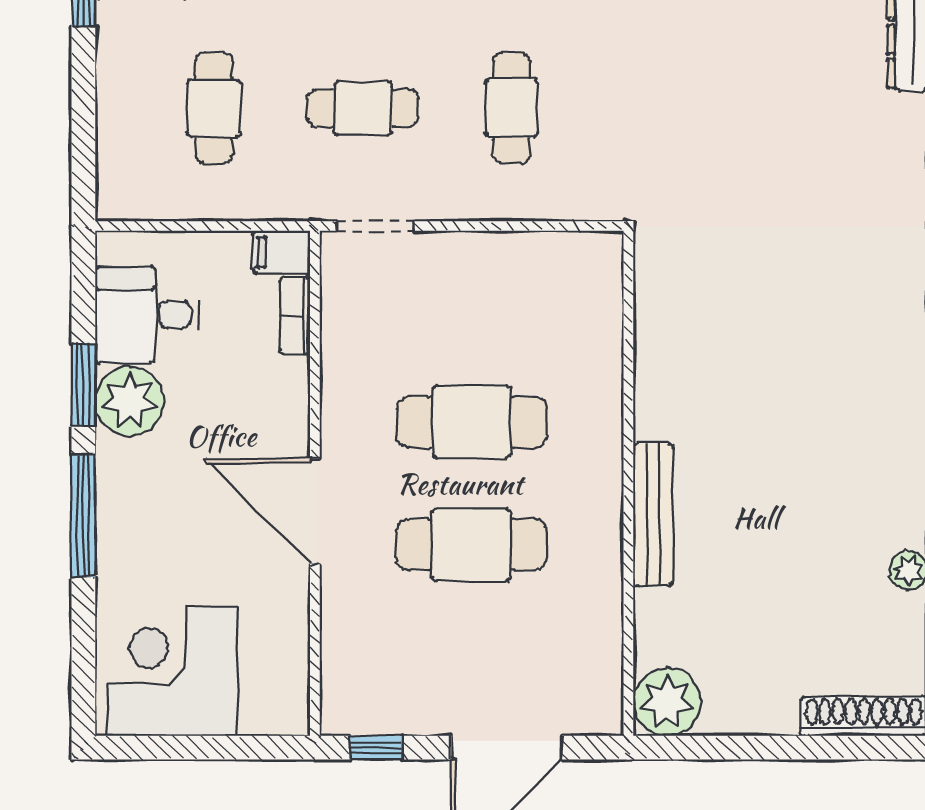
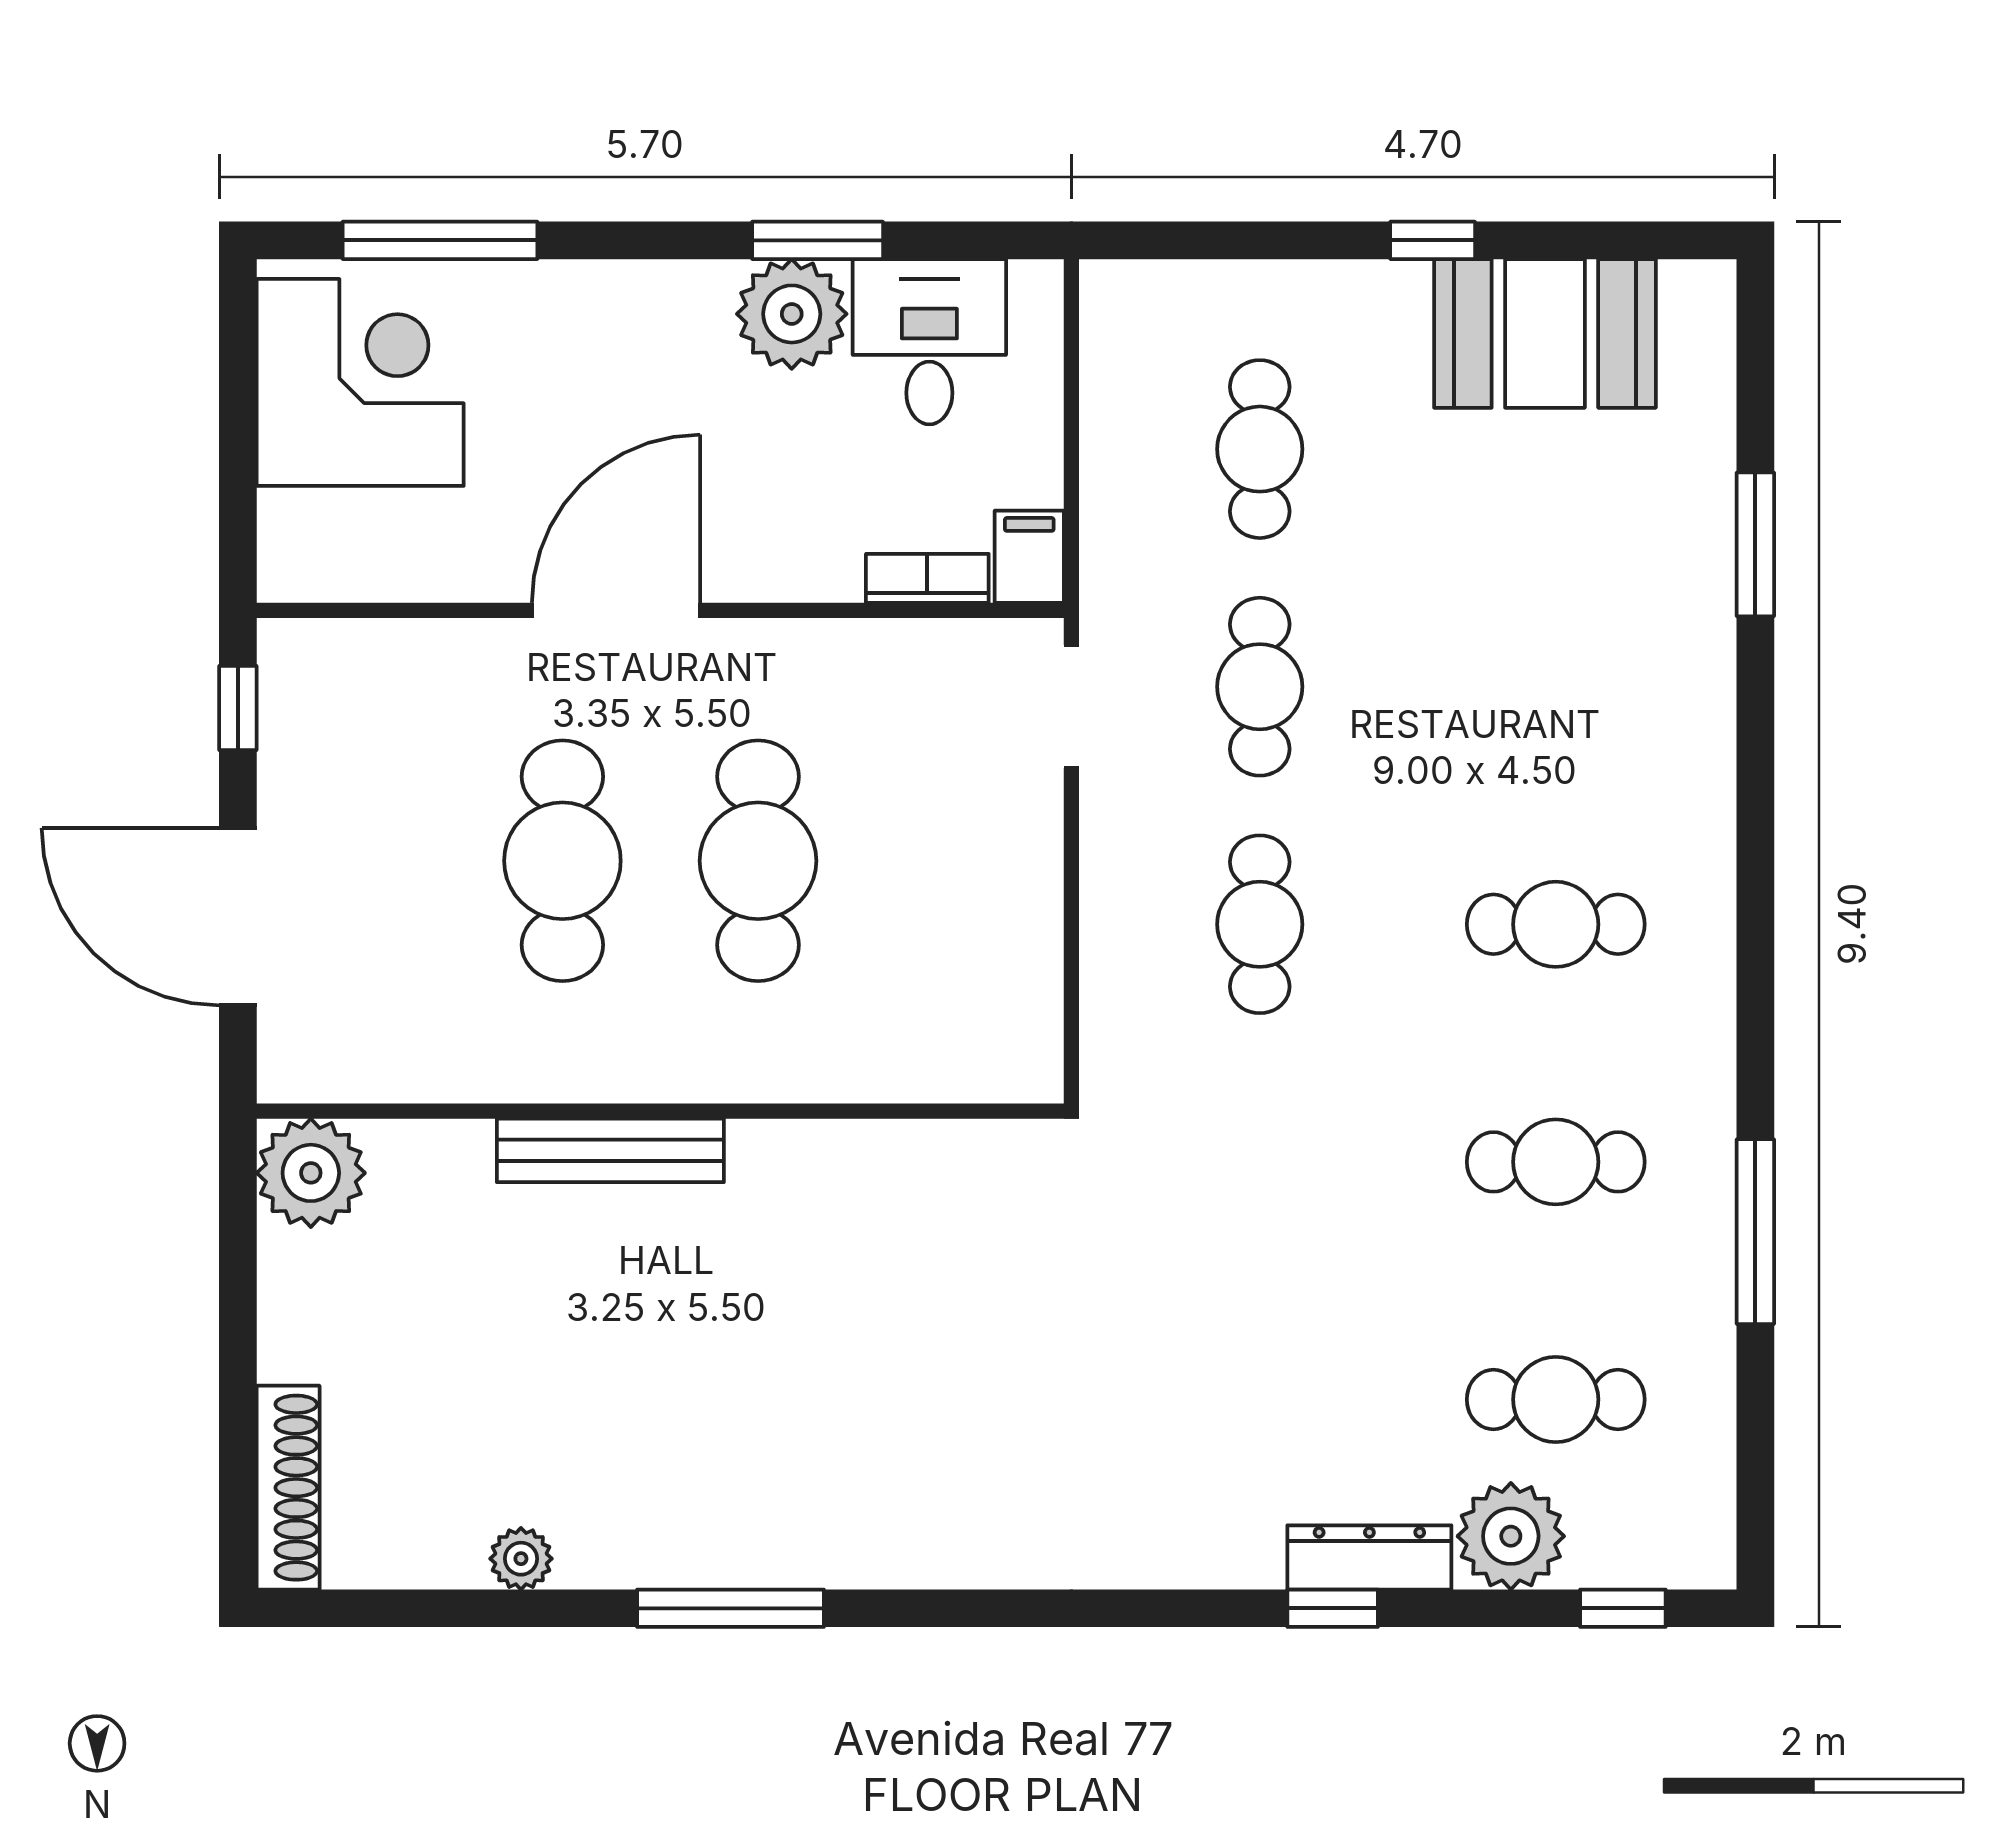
cafe table: (214, 108) -> (1260, 449), turned 90
cafe table: (511, 108) -> (1260, 924), turned 90
window: (83, 516) -> (440, 240), moved

